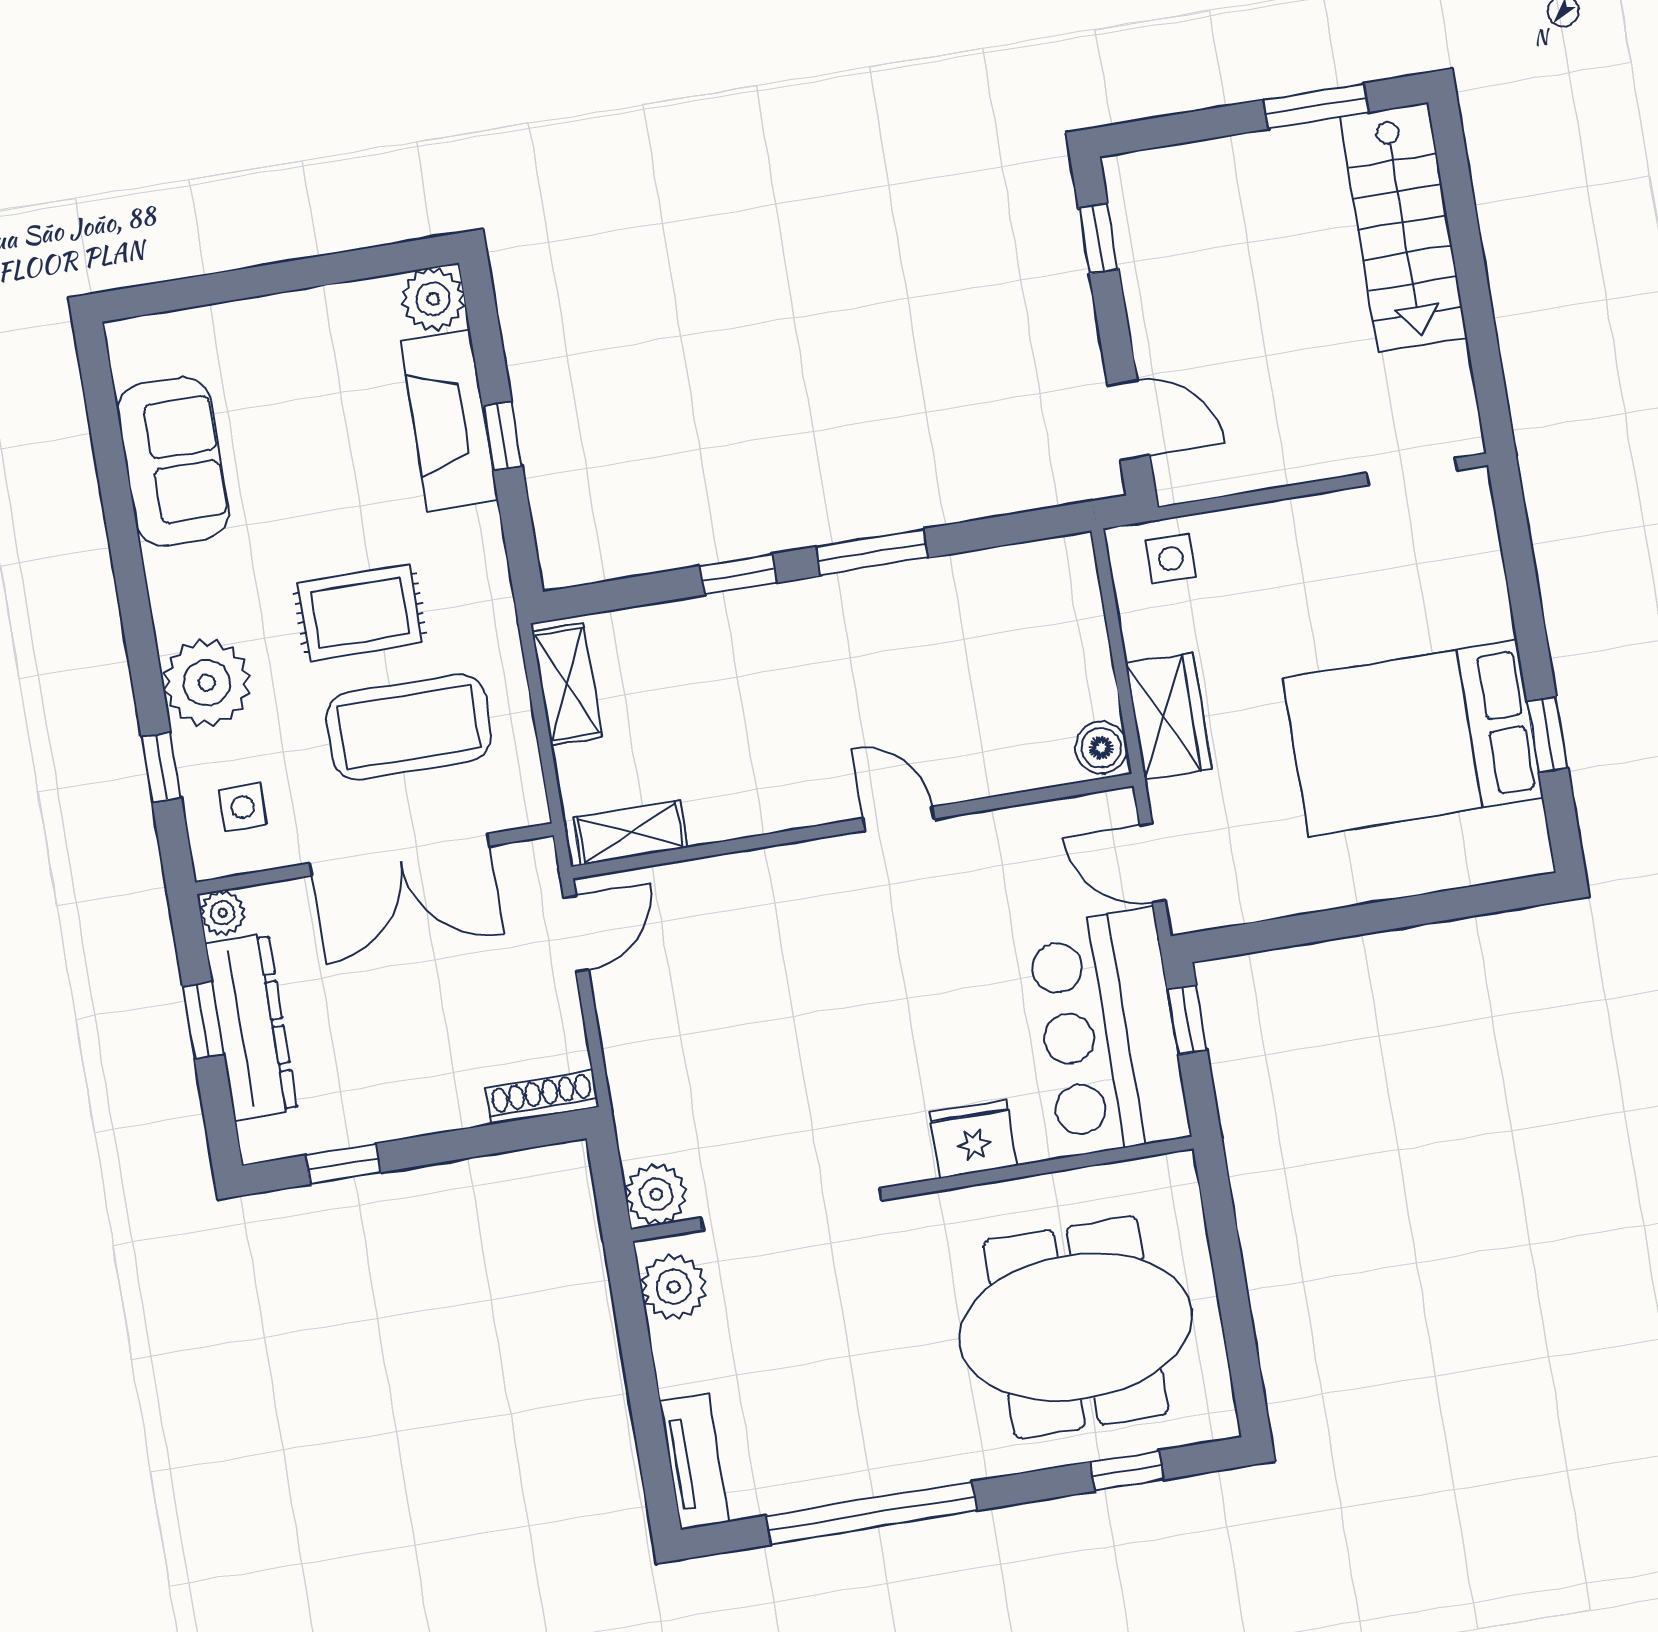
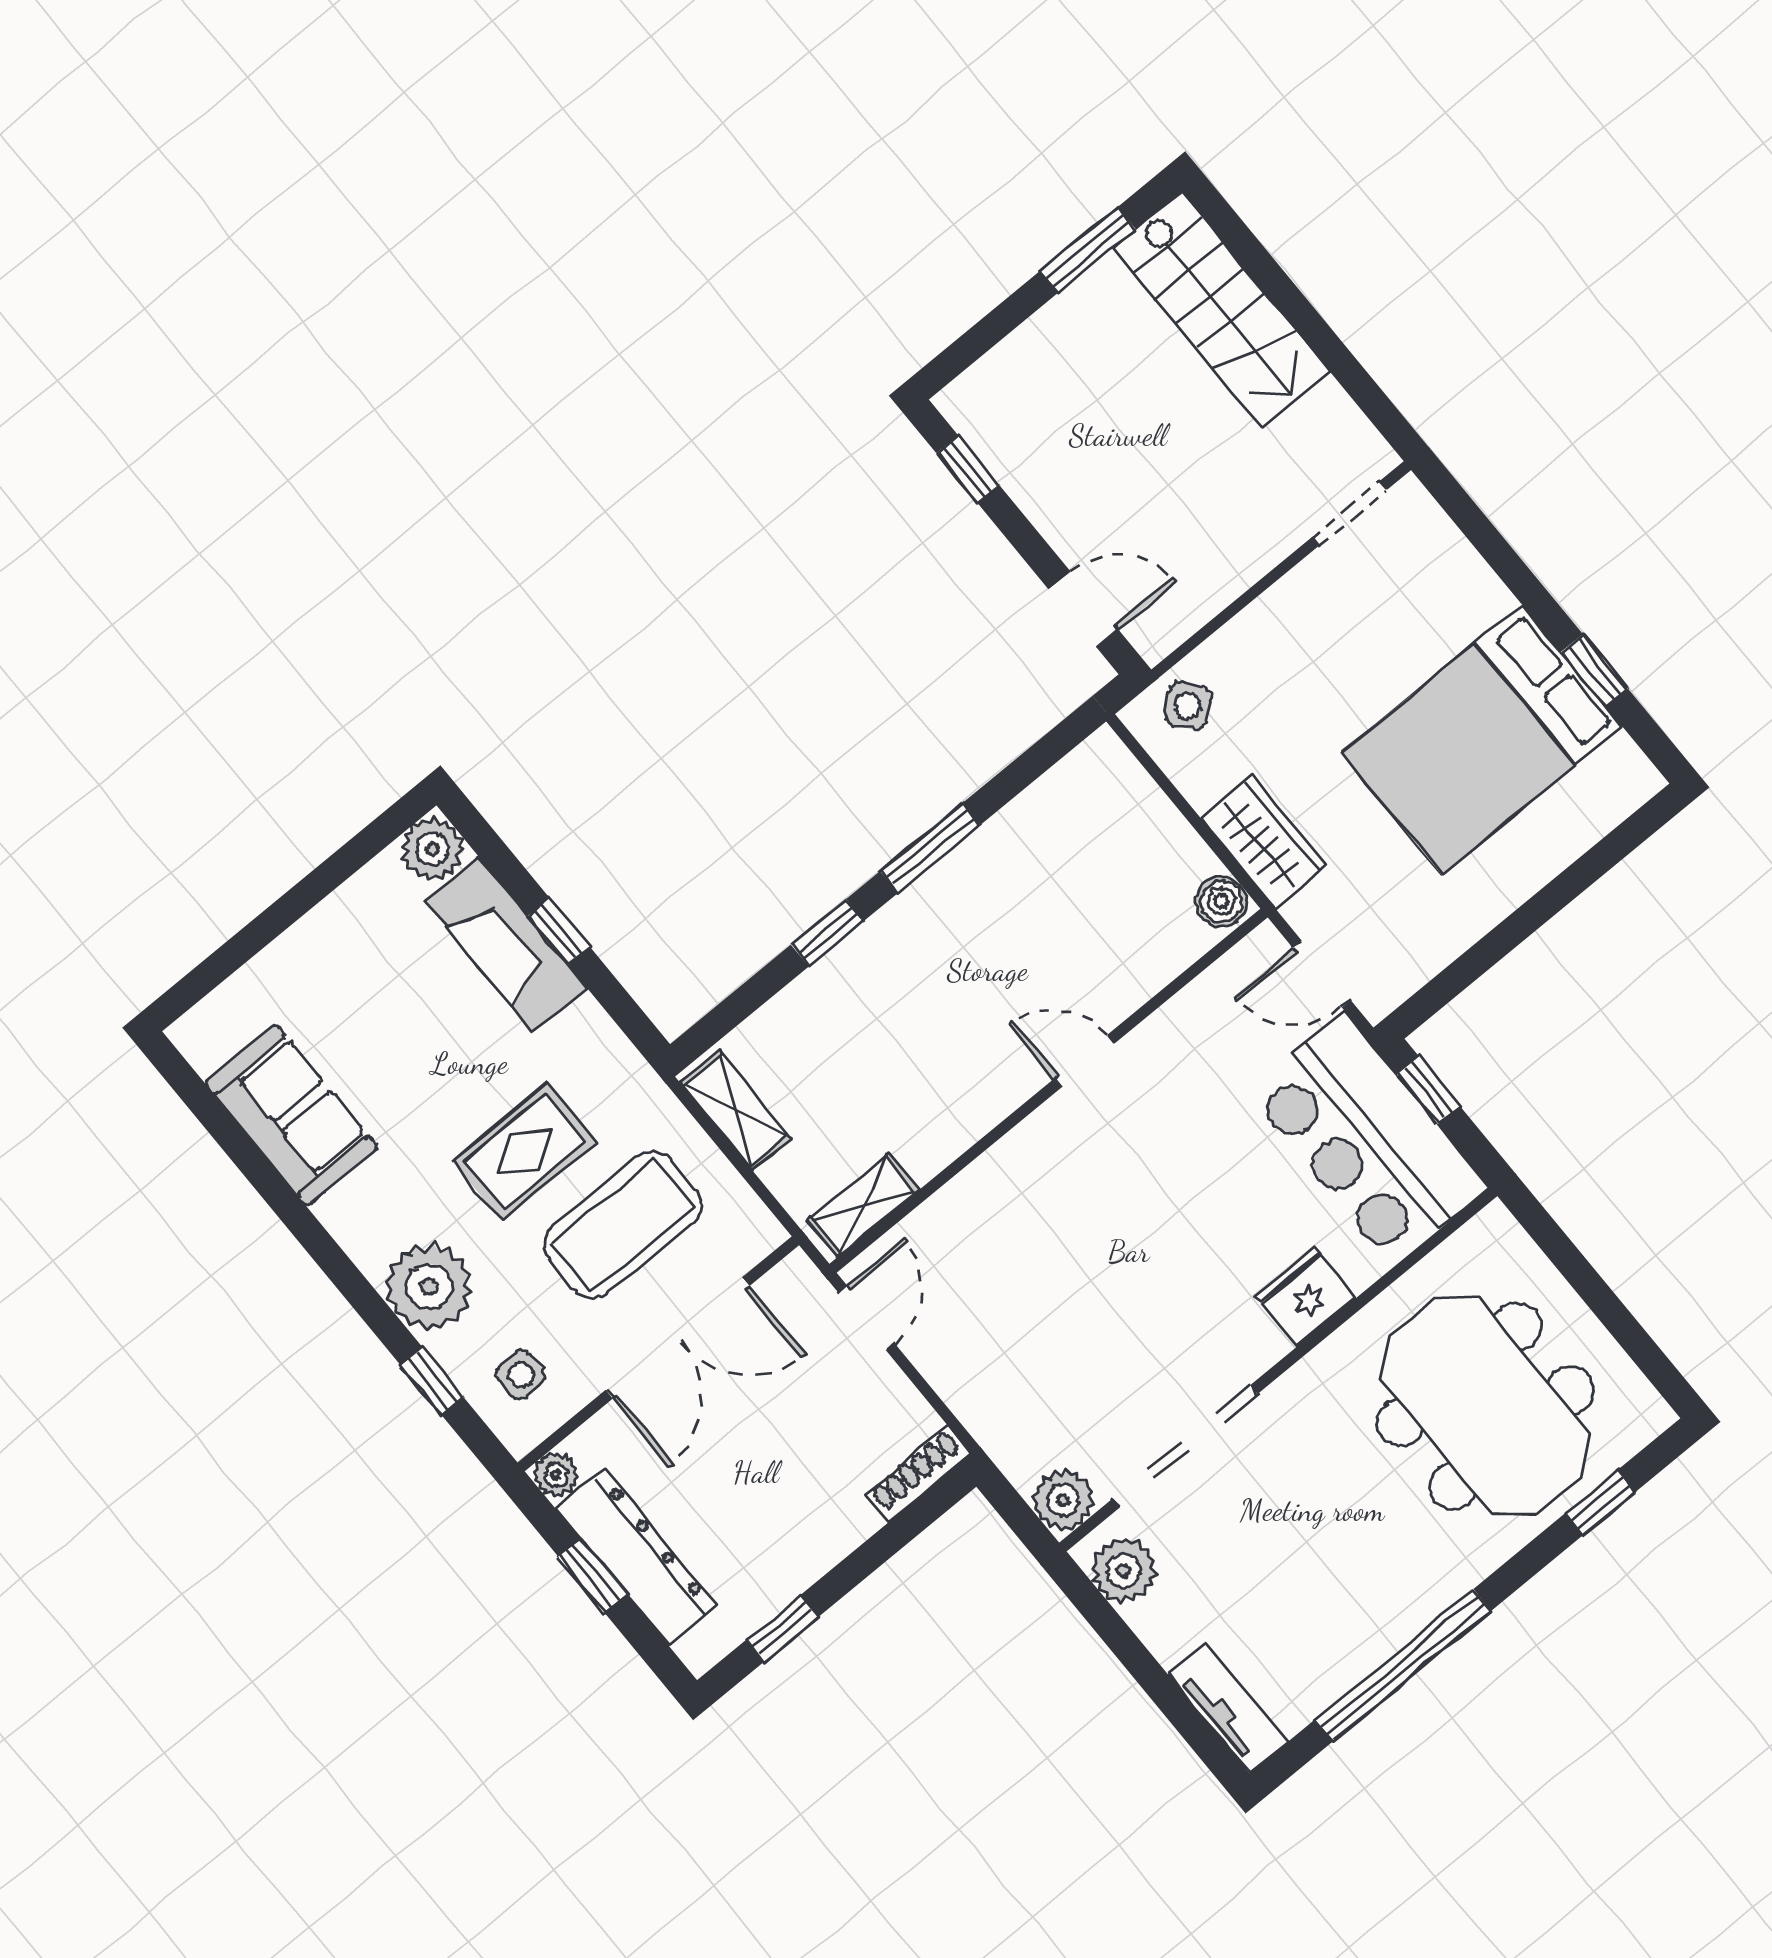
side table: (1171, 558) -> (1188, 706), turned -38
meeting table: (1076, 1327) -> (1485, 1406), turned 90

